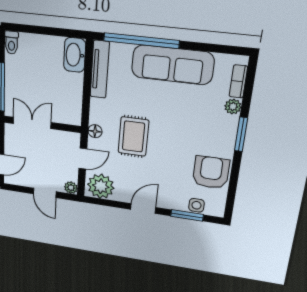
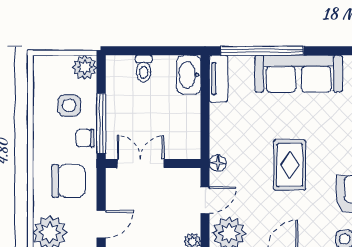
toilet: (12, 43) -> (144, 69), moved
tv unit: (100, 69) -> (218, 79), width x0.71
rug: (133, 136) -> (290, 165), moved

